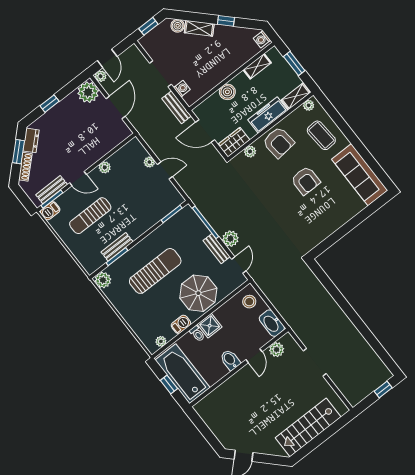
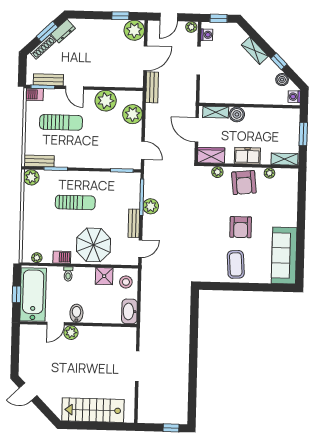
boiler: (178, 26) -> (282, 80), moved
shelving: (257, 66) -> (216, 112), moved
plant: (101, 76) -> (191, 27), moved
washing machine: (182, 89) -> (207, 35), moved
window: (49, 104) -> (120, 16), moved
plant: (309, 105) -> (269, 173), moved
bench: (177, 107) -> (152, 87), moved
freezer: (268, 115) -> (247, 156), width x0.71
coffee table: (321, 135) -> (236, 264), moved
plant: (149, 162) -> (133, 114), width x1.87, depth x1.87
plant: (105, 167) -> (106, 101), width x1.87, depth x1.87
door: (165, 170) -> (143, 150), moved
sun lounger: (90, 216) -> (61, 122), turned 180
plant: (230, 239) -> (151, 206), moved
bench: (117, 247) -> (39, 161), moved
sun lounger: (155, 271) -> (75, 202), width x0.73, depth x0.75
shower: (210, 326) -> (104, 276), moved
plant: (277, 350) -> (71, 333), moved
door: (254, 356) -> (56, 324), moved

